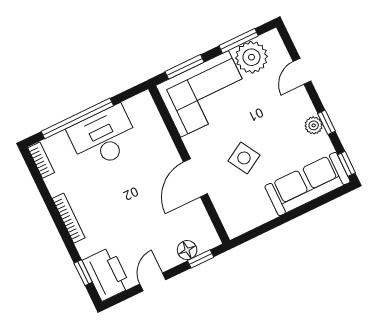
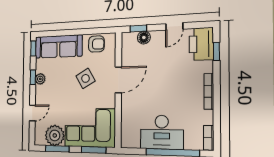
armchair: (251, 212) -> (96, 44), added

